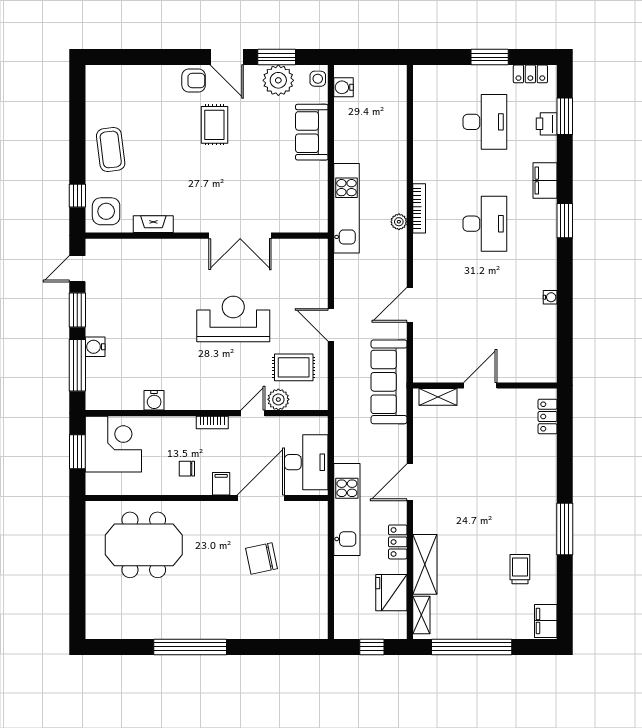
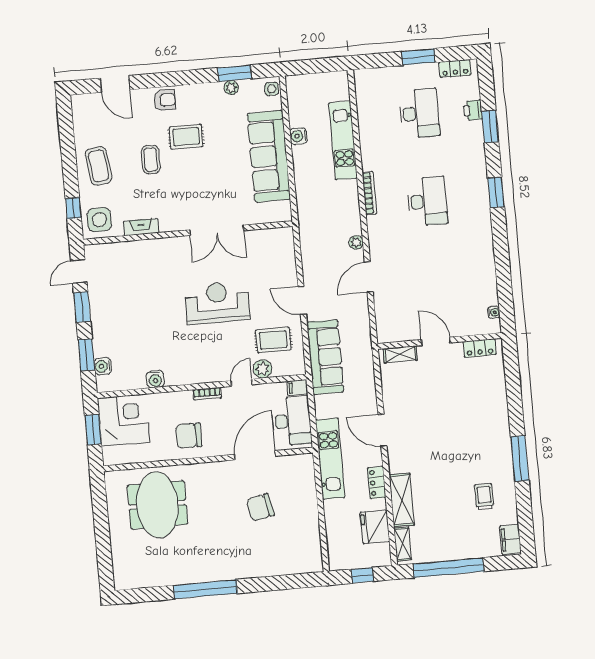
door: (227, 57) -> (115, 84), moved
plant: (278, 80) -> (231, 88), width x0.53, depth x0.53
water cooler: (343, 87) -> (298, 136), moved
window: (565, 116) -> (490, 127), moved
rug: (214, 125) -> (186, 137), turned 90
sofa: (312, 132) -> (269, 156), width x1.85, depth x1.27
coffee table: (171, 148) -> (151, 160), added
filing cabinet: (545, 180) -> (476, 159), removed
kitchen unit: (346, 208) -> (343, 140), moved, turned 180
plant: (399, 222) -> (356, 242), moved
water cooler: (550, 297) -> (494, 312), moved
water cooler: (95, 347) -> (103, 366), moved
window: (77, 365) -> (86, 355), width x0.69
sofa: (389, 382) -> (325, 357), moved, turned 180
door: (480, 386) -> (436, 341), hinge flipped
locker: (548, 417) -> (480, 348), moved, turned -90
chair: (187, 469) -> (189, 436), width x1.87, depth x1.87
door: (410, 482) -> (382, 430), hinge flipped
filing cabinet: (221, 484) -> (298, 388), moved, turned -90
meeting table: (144, 545) -> (158, 505), turned 90

